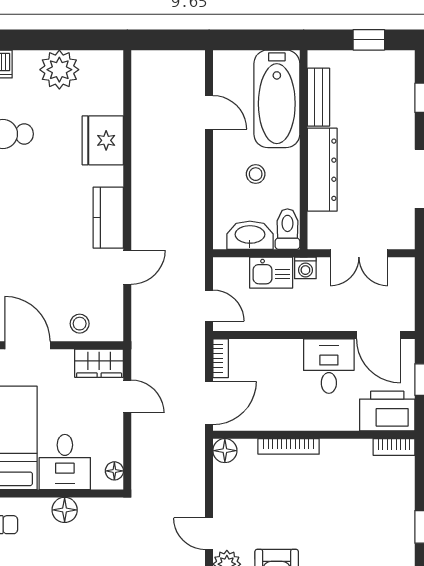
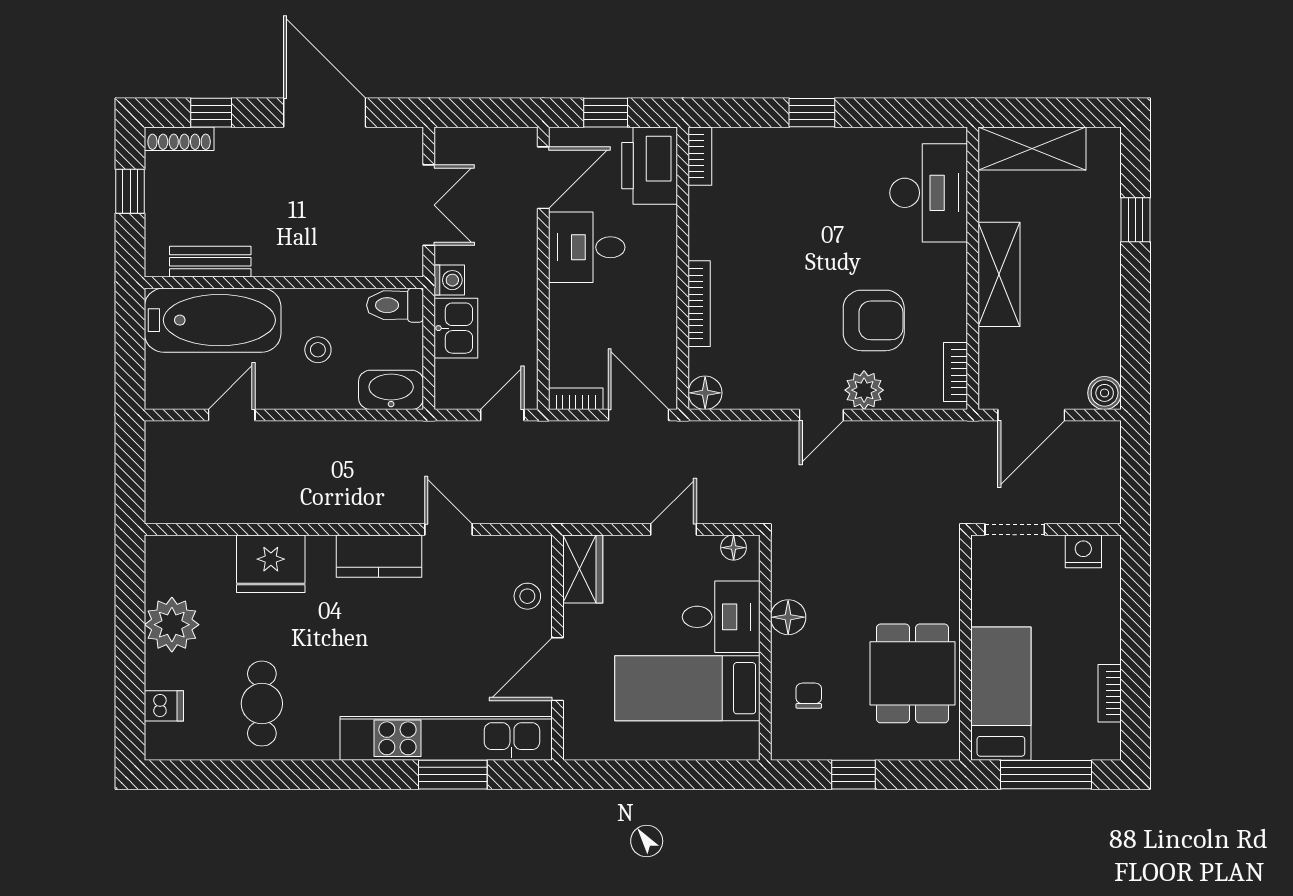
shoe rack: (406, 75) -> (179, 139), added
dresser: (322, 170) -> (312, 256), removed
washbasin: (250, 235) -> (391, 390), moved, turned 90
door: (127, 396) -> (673, 529), moved

